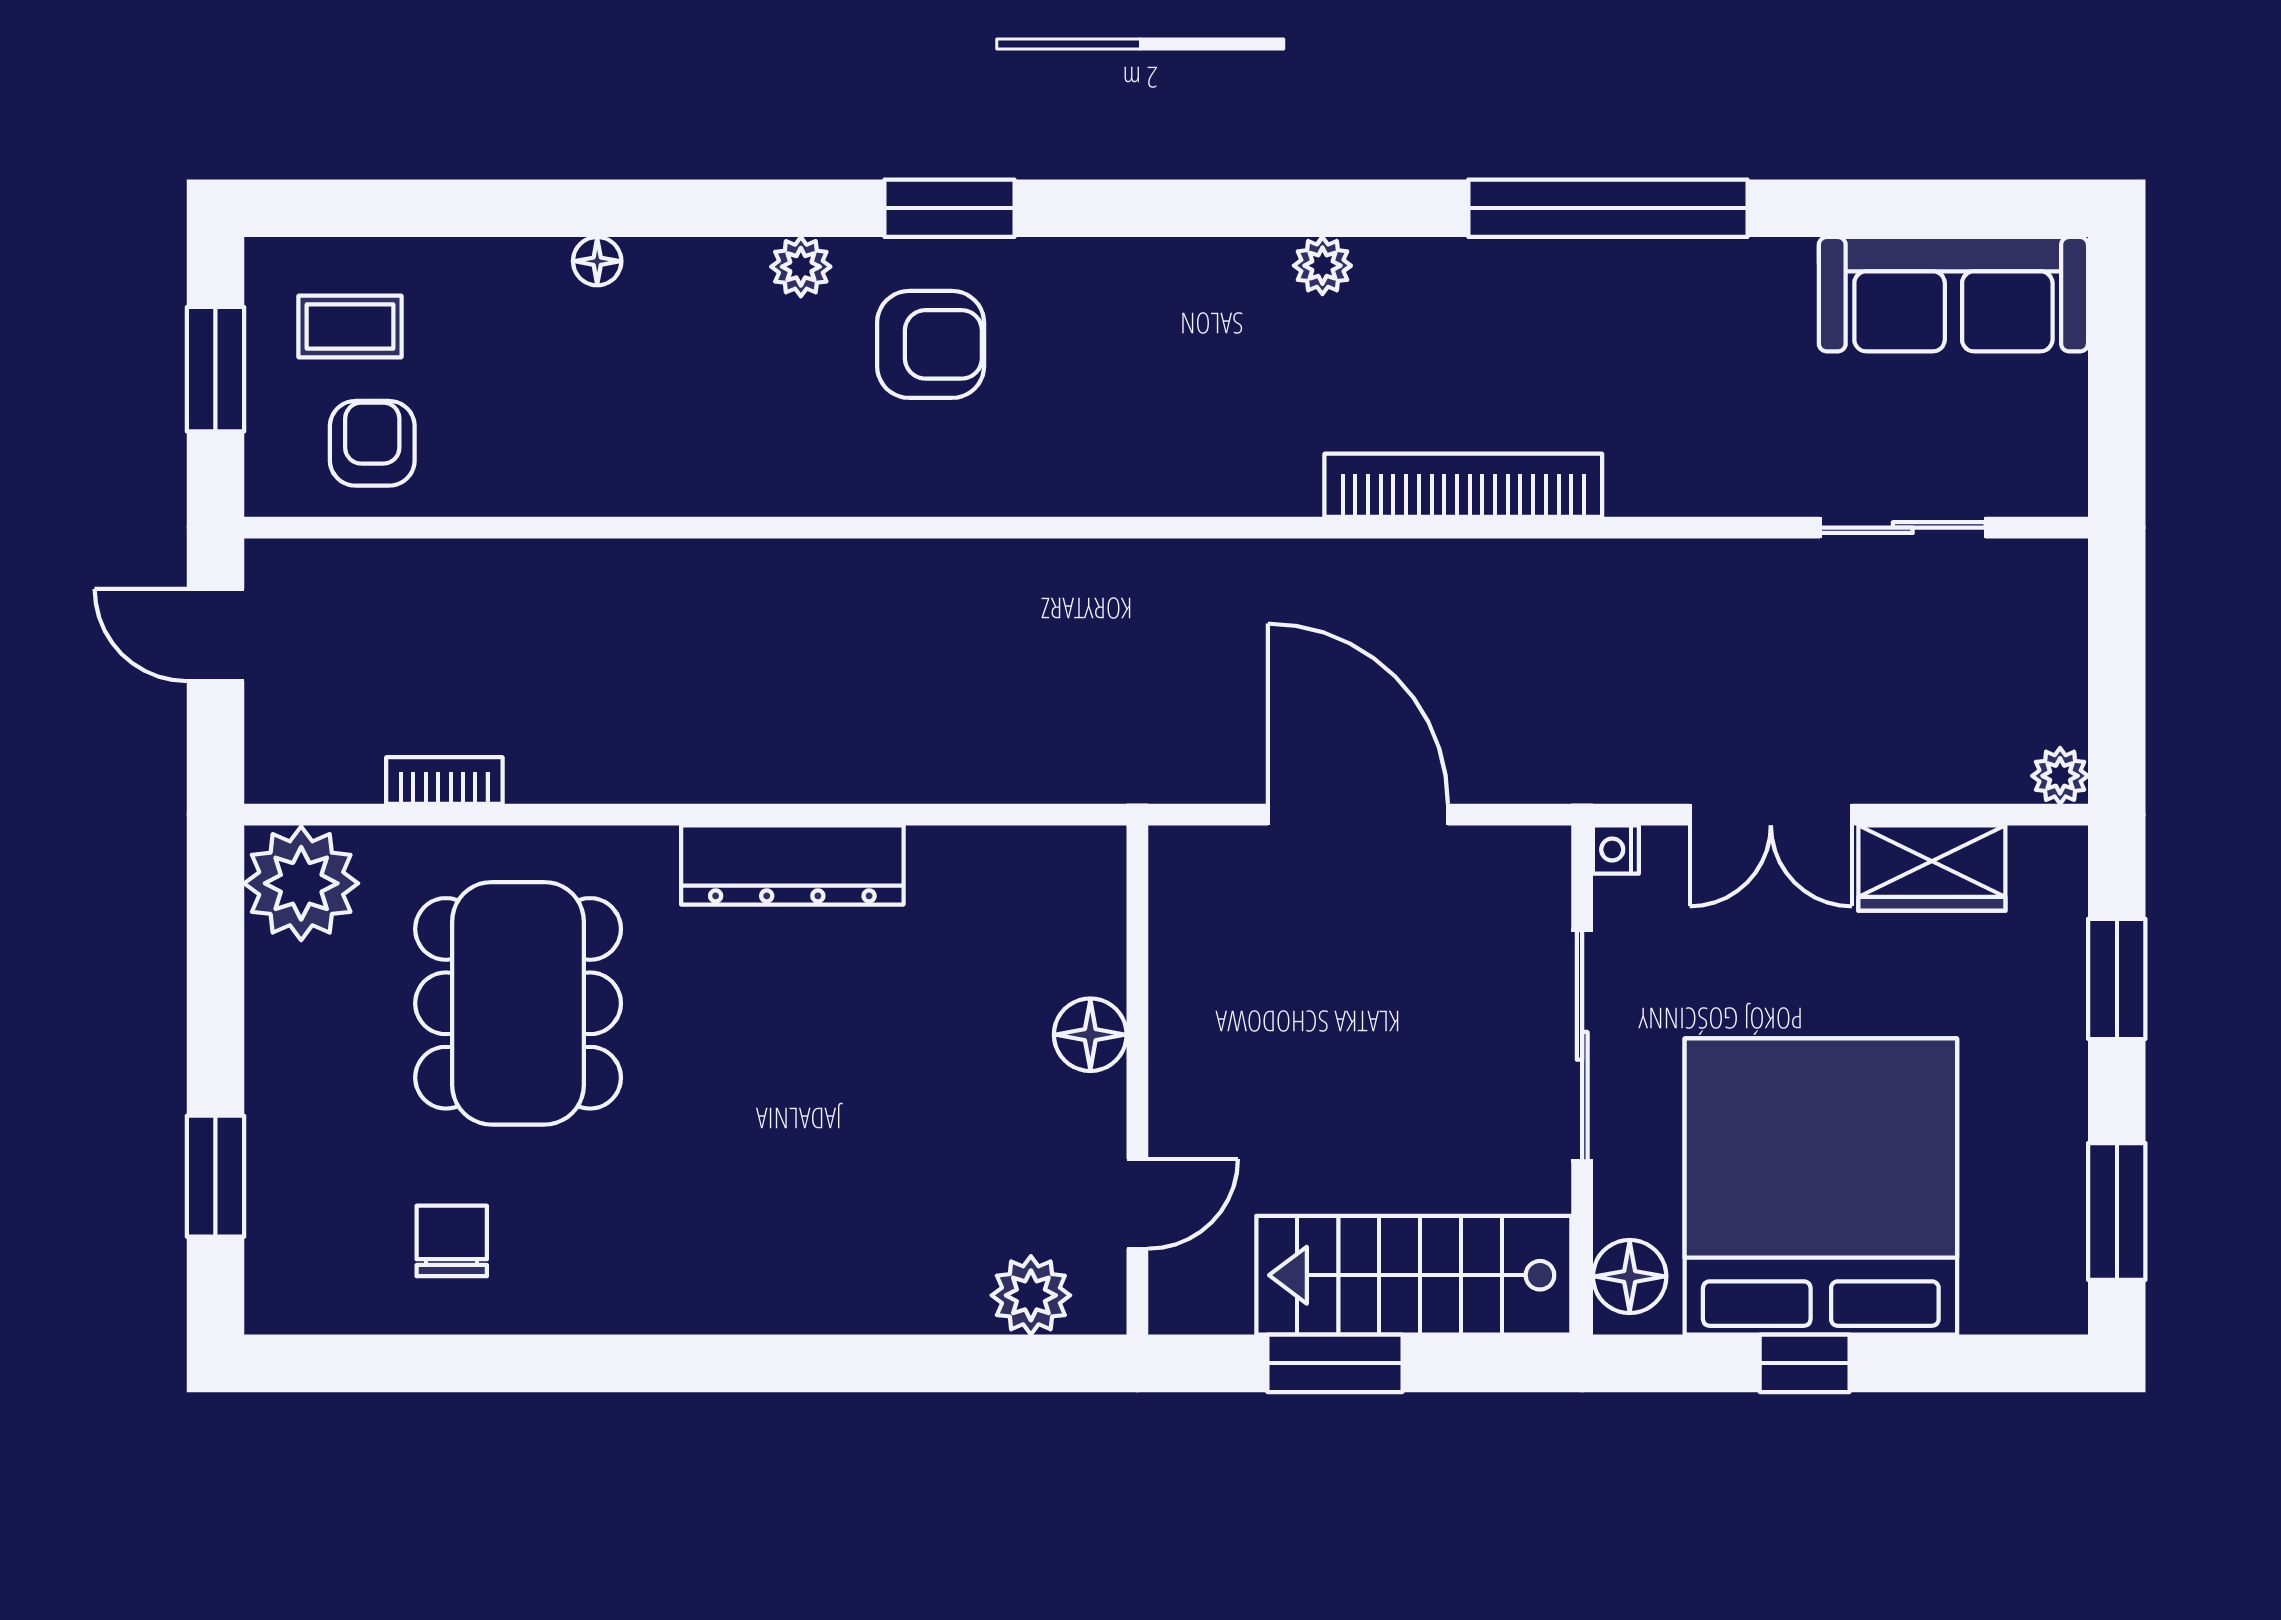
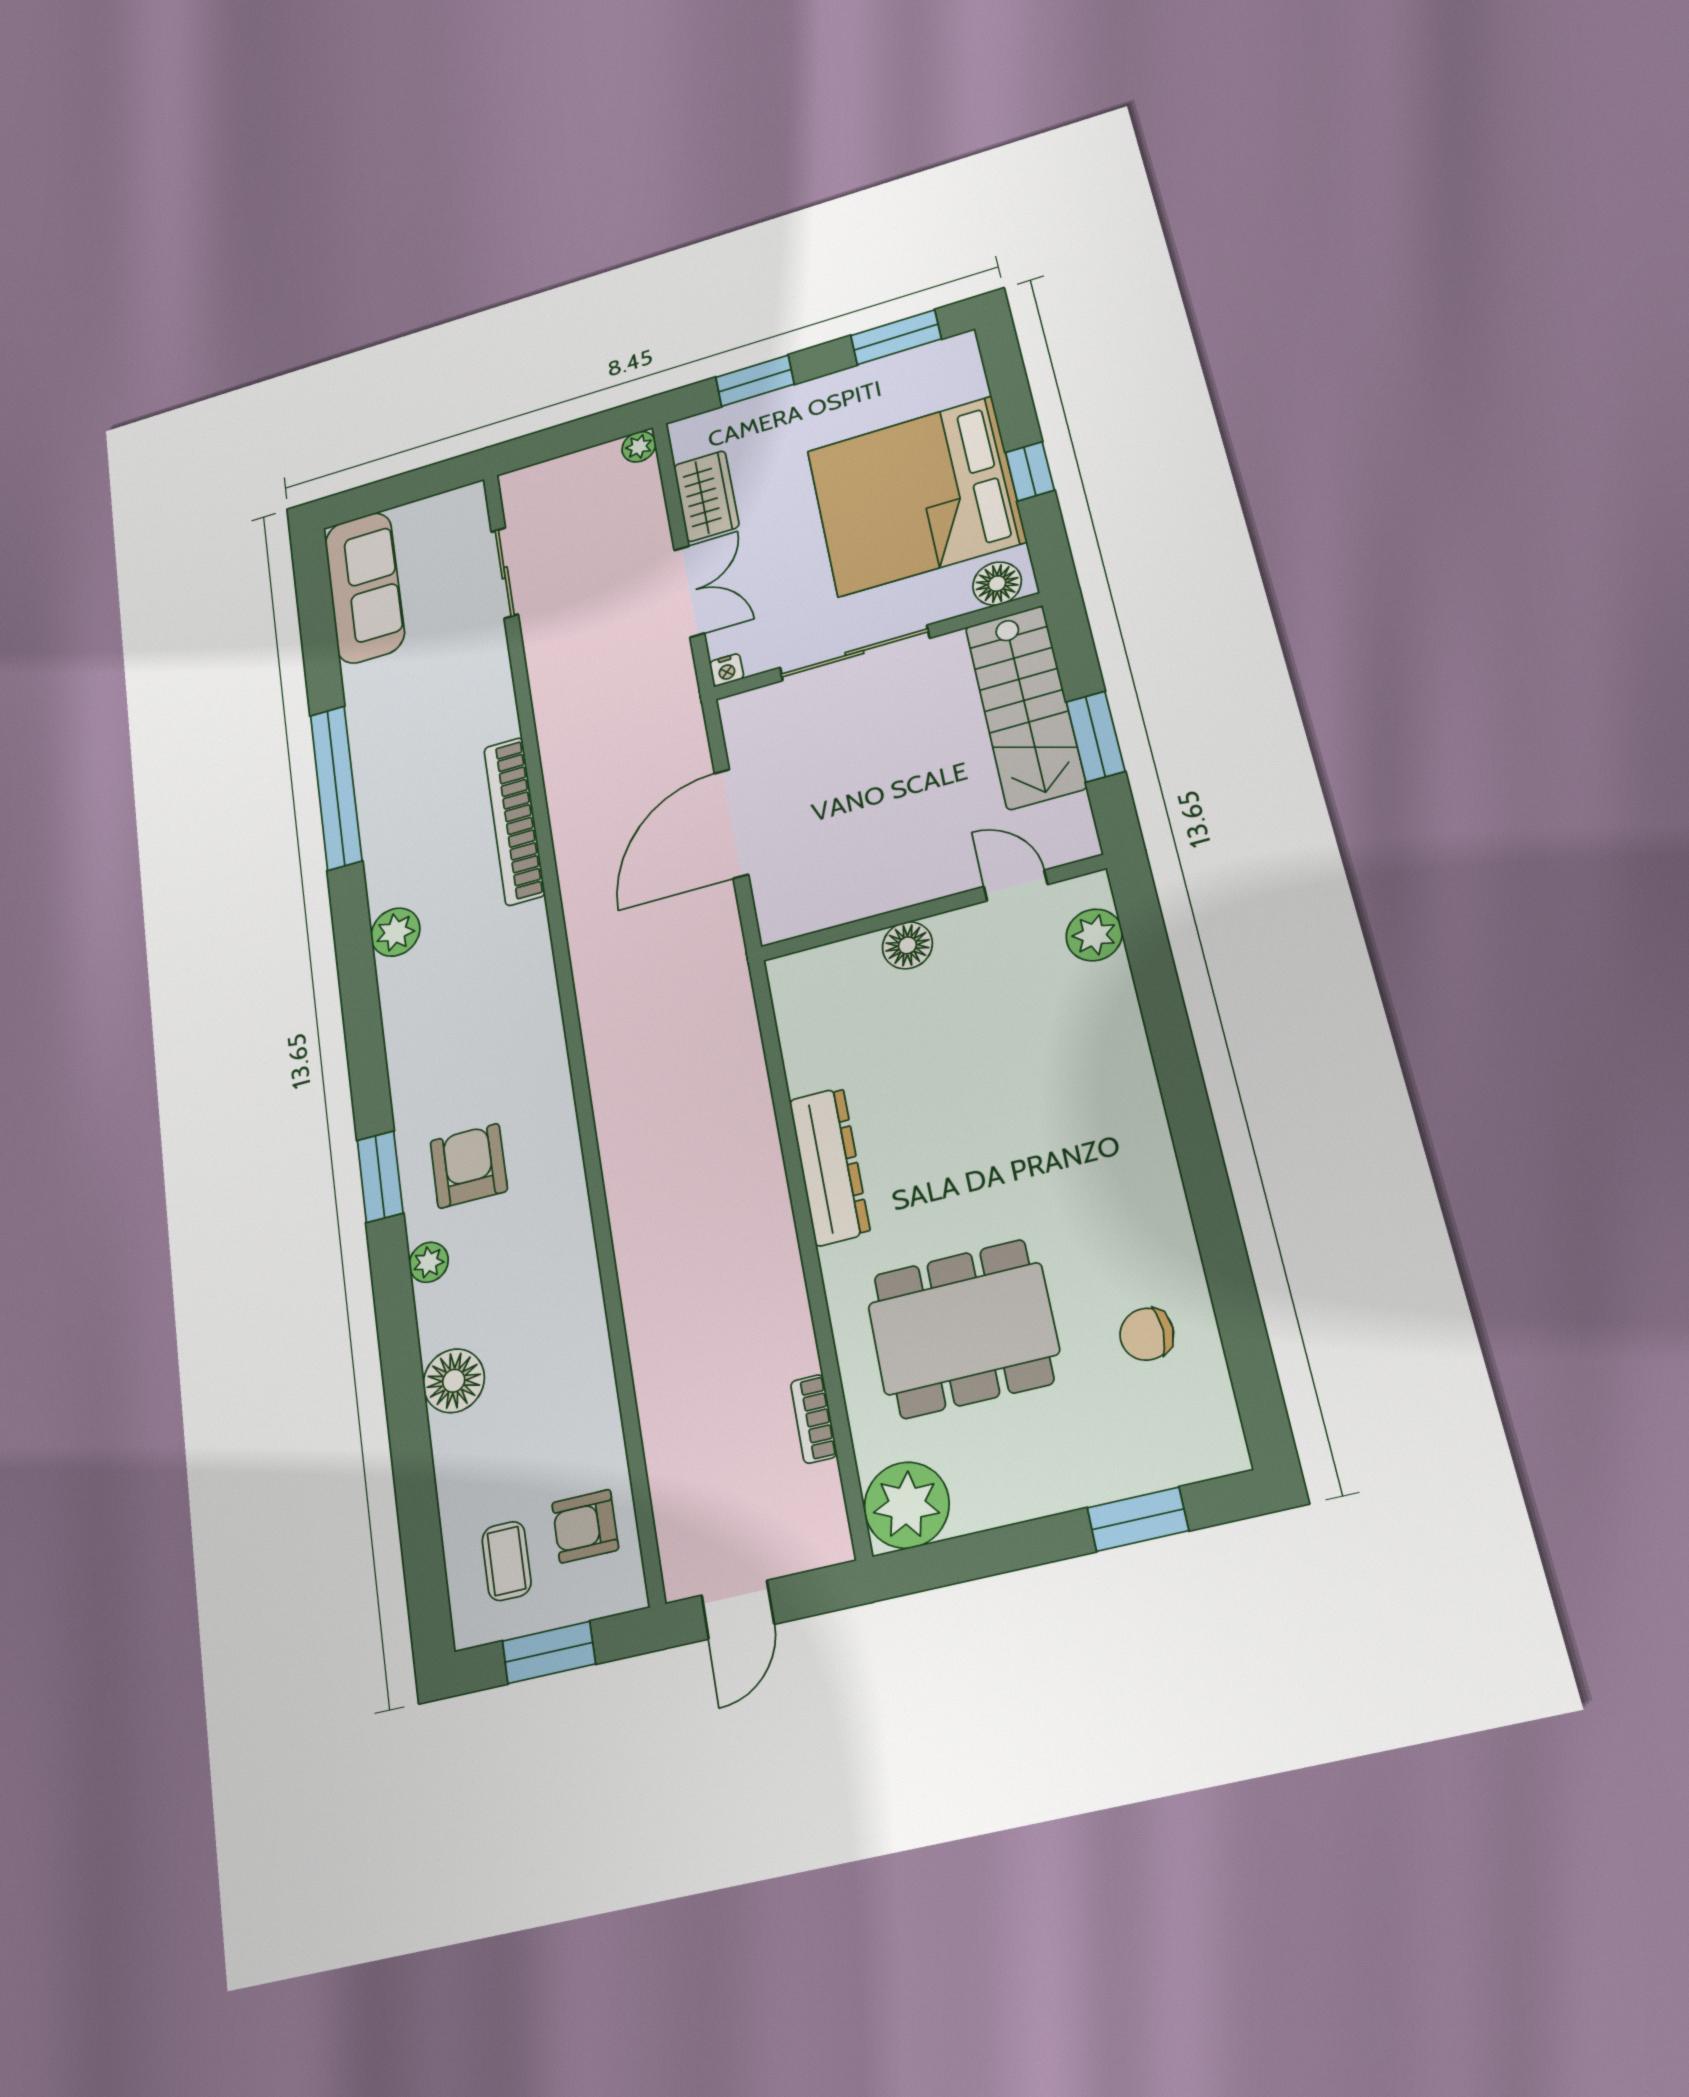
floor lamp: (597, 261) -> (454, 1381), width x1.89, depth x1.89
plant: (1322, 266) -> (395, 932), width x1.38, depth x1.38

